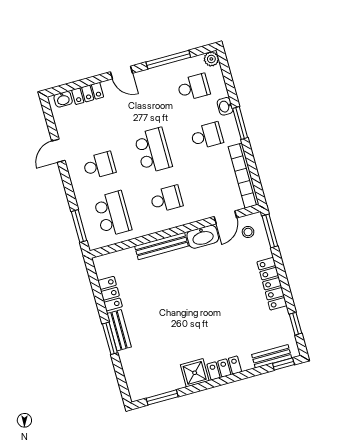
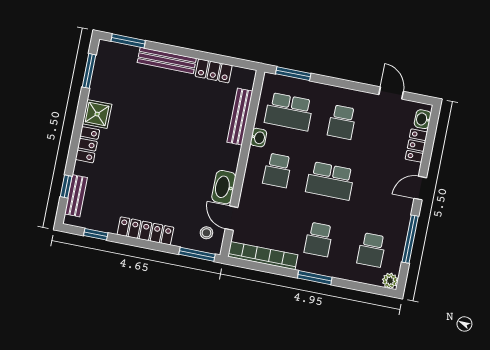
washbasin: (225, 106) -> (258, 138), moved, turned 90
door: (58, 151) -> (391, 93), moved
bench: (161, 246) -> (240, 117), moved
bench: (119, 330) -> (167, 60), width x1.36
window: (110, 338) -> (128, 41), moved
window: (283, 364) -> (66, 186), moved

